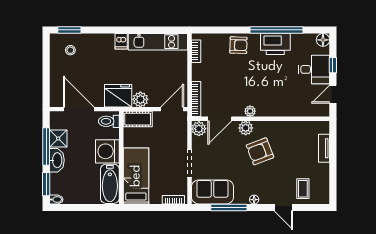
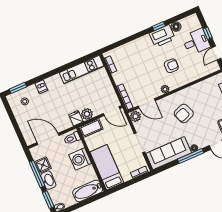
window: (276, 30) -> (159, 26), width x0.32
floor lamp: (323, 40) -> (176, 27), moved
dishwasher: (121, 41) -> (41, 87), moved
armchair: (238, 45) -> (171, 66), moved
fridge: (118, 96) -> (76, 118), width x0.53, depth x0.75
door: (172, 109) -> (111, 111), swing flipped
door: (220, 119) -> (147, 103), hinge flipped
plant: (246, 128) -> (167, 102), removed
bathtub: (110, 184) -> (88, 191), moved, turned 90
sofa: (212, 192) -> (169, 153), width x1.36
window: (229, 207) -> (191, 156), moved

